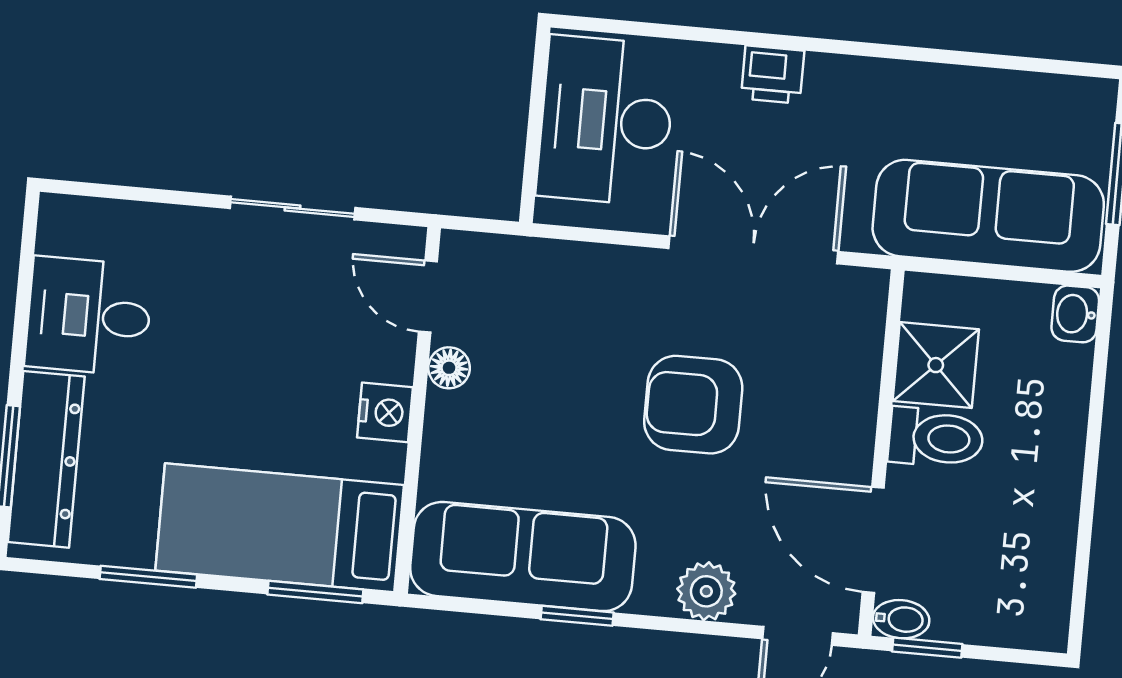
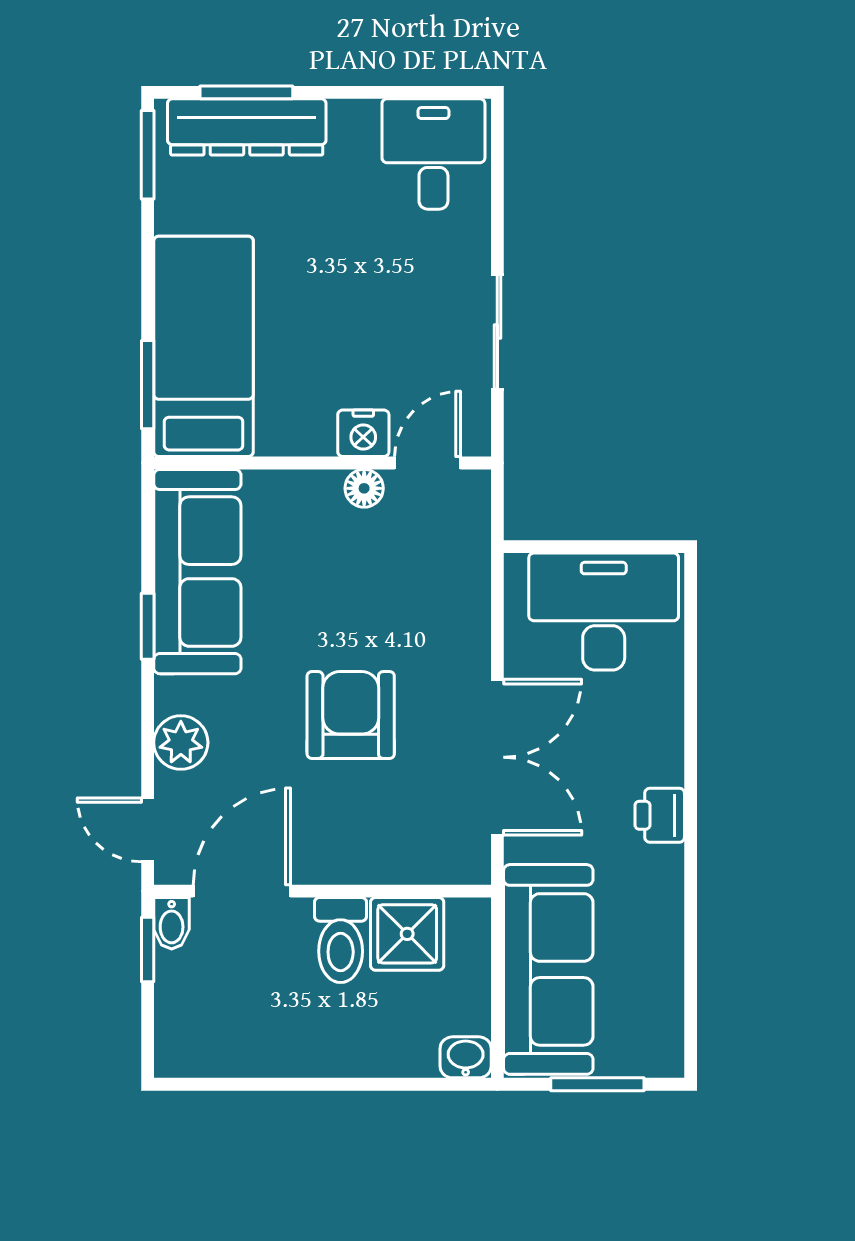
printer: (773, 75) -> (660, 815), moved
desk: (89, 316) -> (433, 154), moved
nightstand: (385, 412) -> (363, 433), moved
window: (148, 577) -> (148, 155), moved

